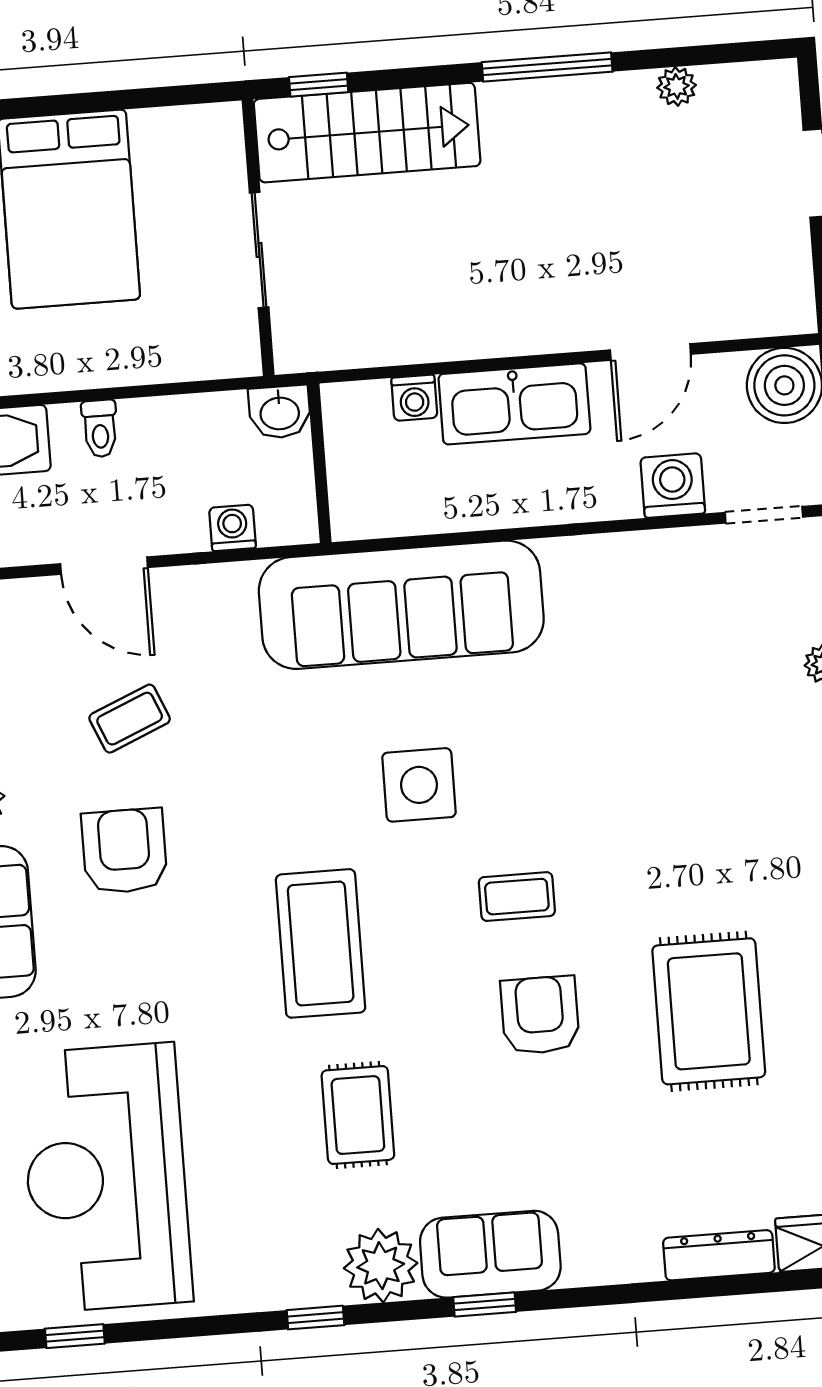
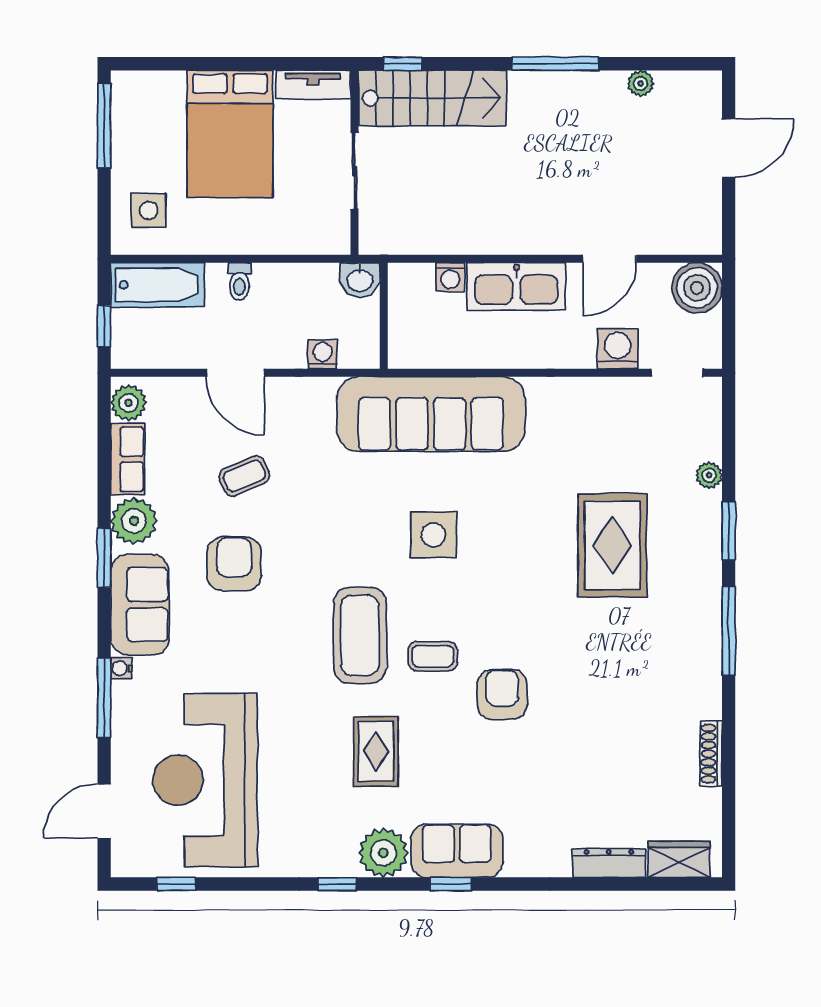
tv unit: (187, 126) -> (313, 85), added
coffee table: (517, 897) -> (433, 656), moved
rug: (709, 1011) -> (612, 545), moved

